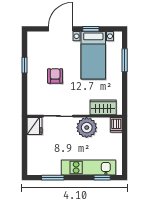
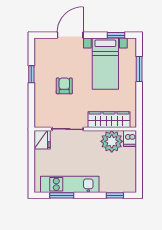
window: (91, 29) -> (116, 35), moved
wardrobe: (103, 107) -> (109, 120), width x1.50
plant: (87, 128) -> (112, 141), moved
kitchen unit: (89, 167) -> (70, 184), moved

